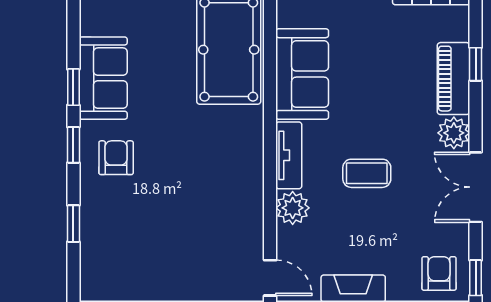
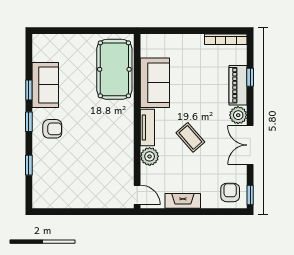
armchair: (116, 158) -> (52, 129), turned 90
coffee table: (367, 173) -> (190, 137), turned 49

